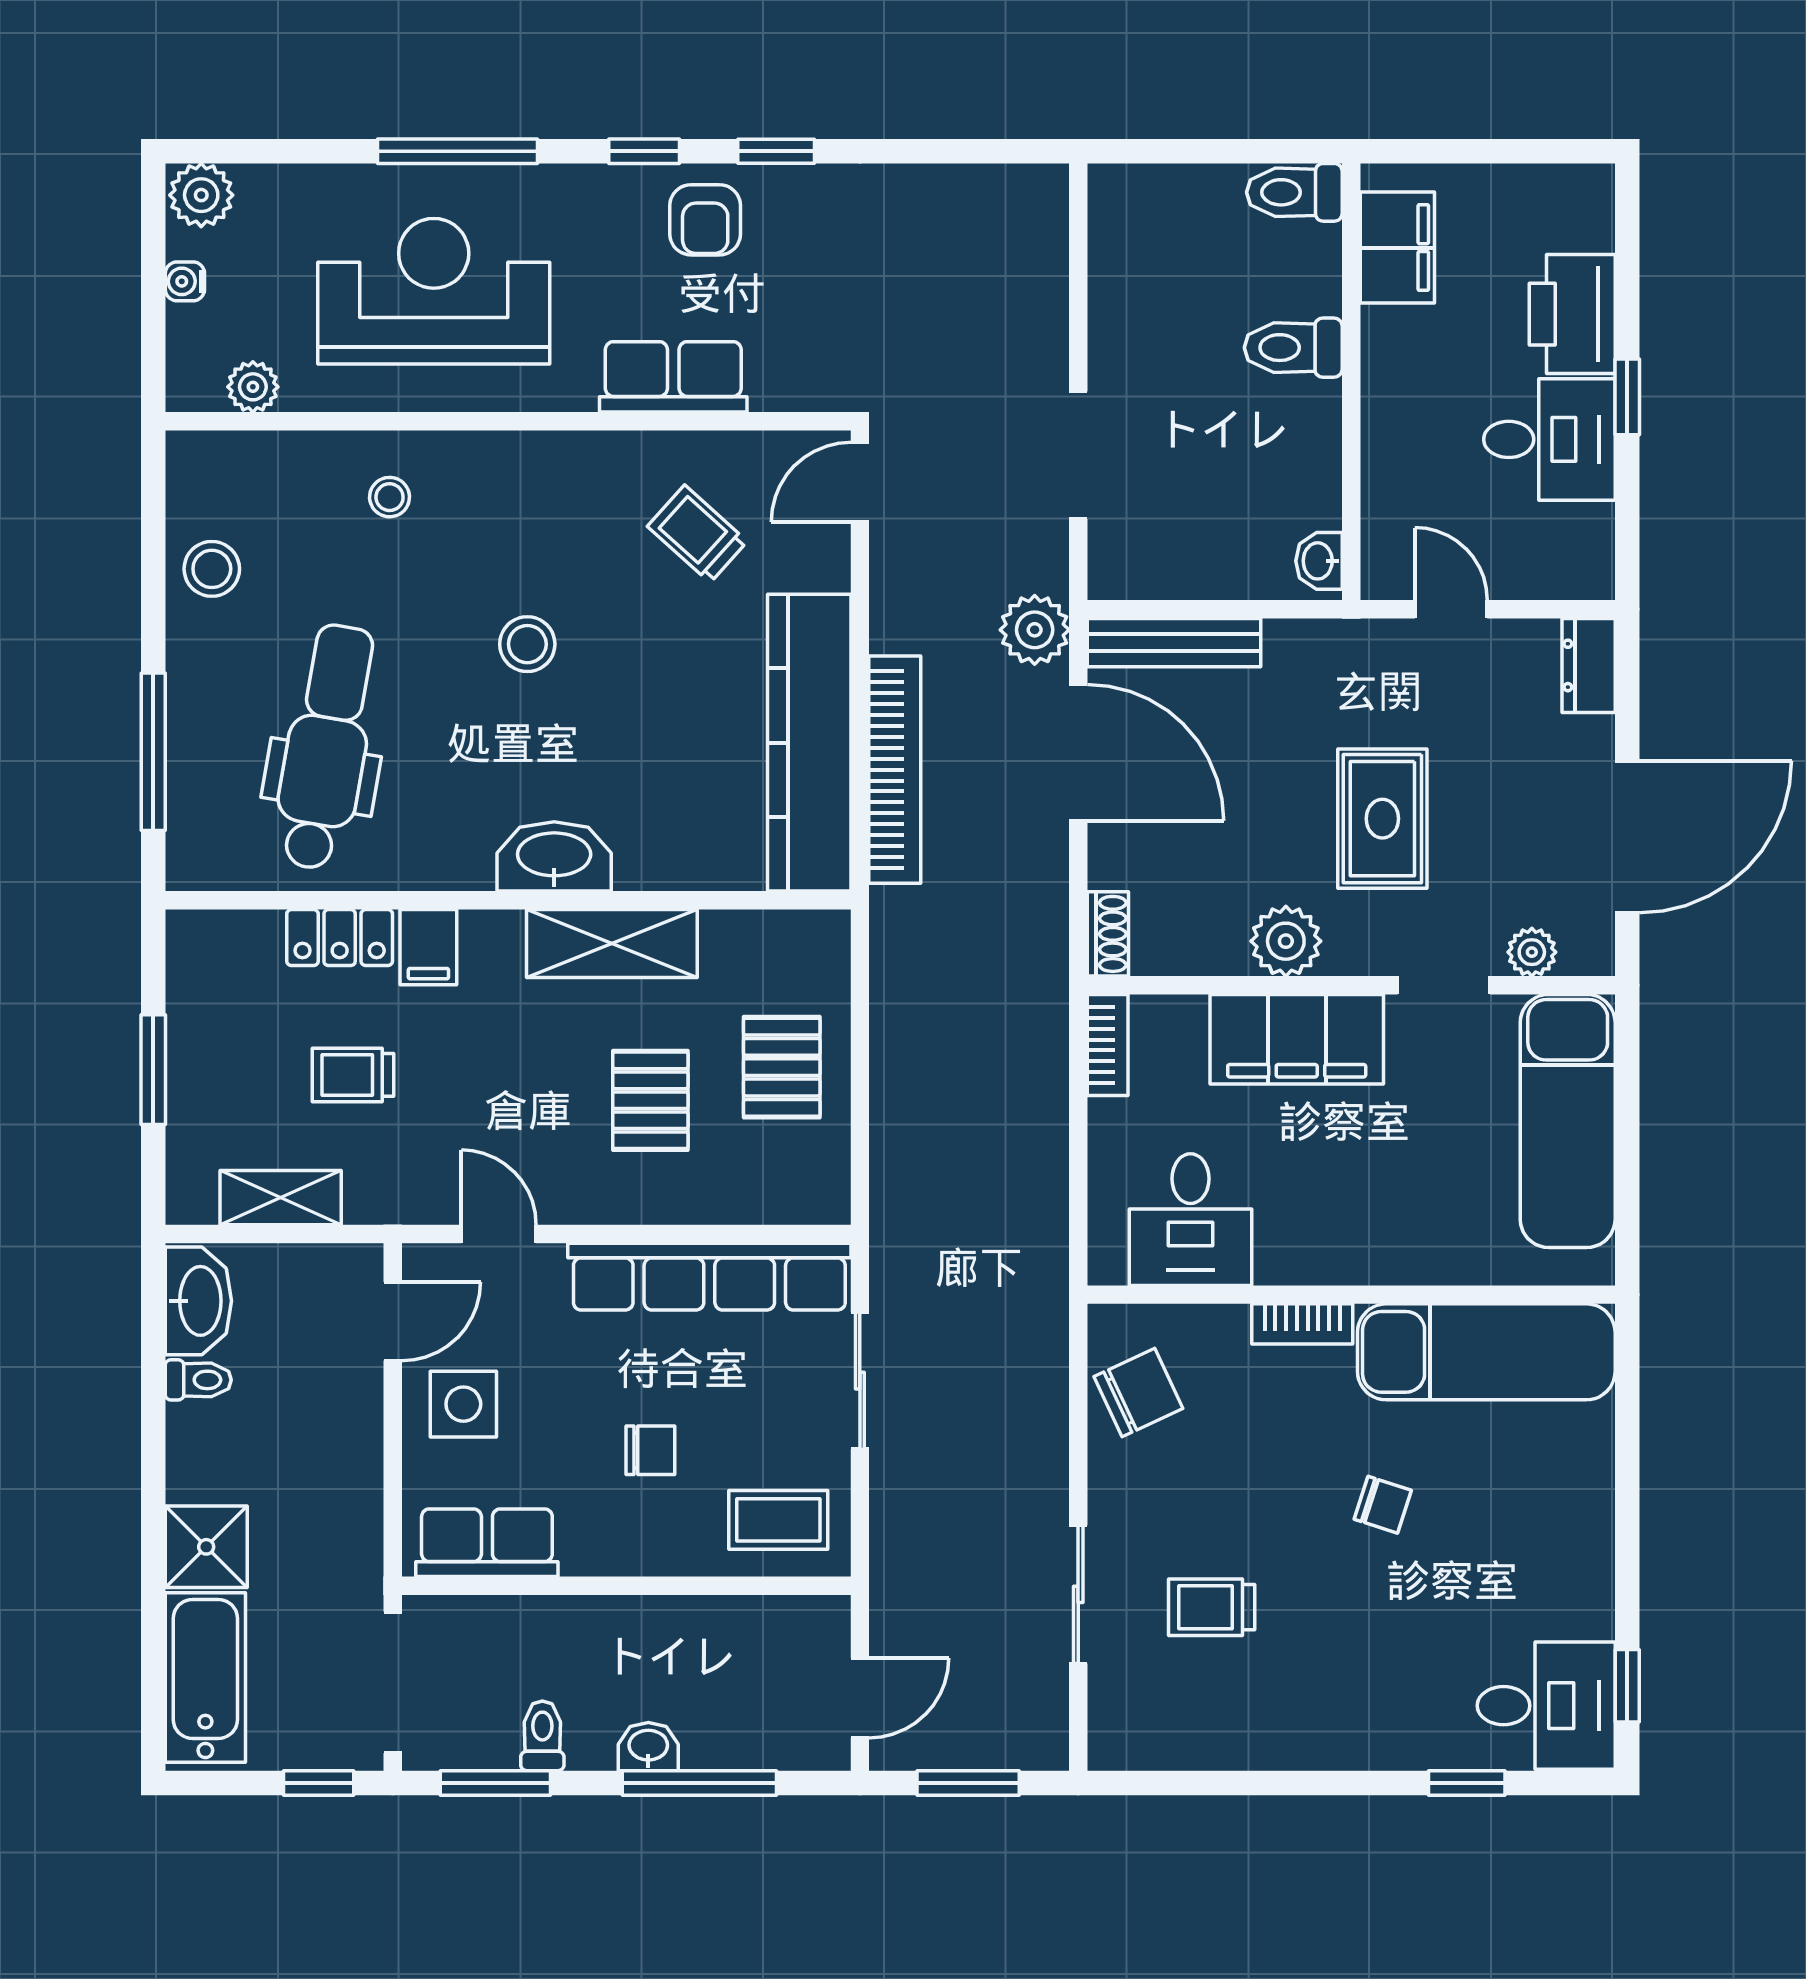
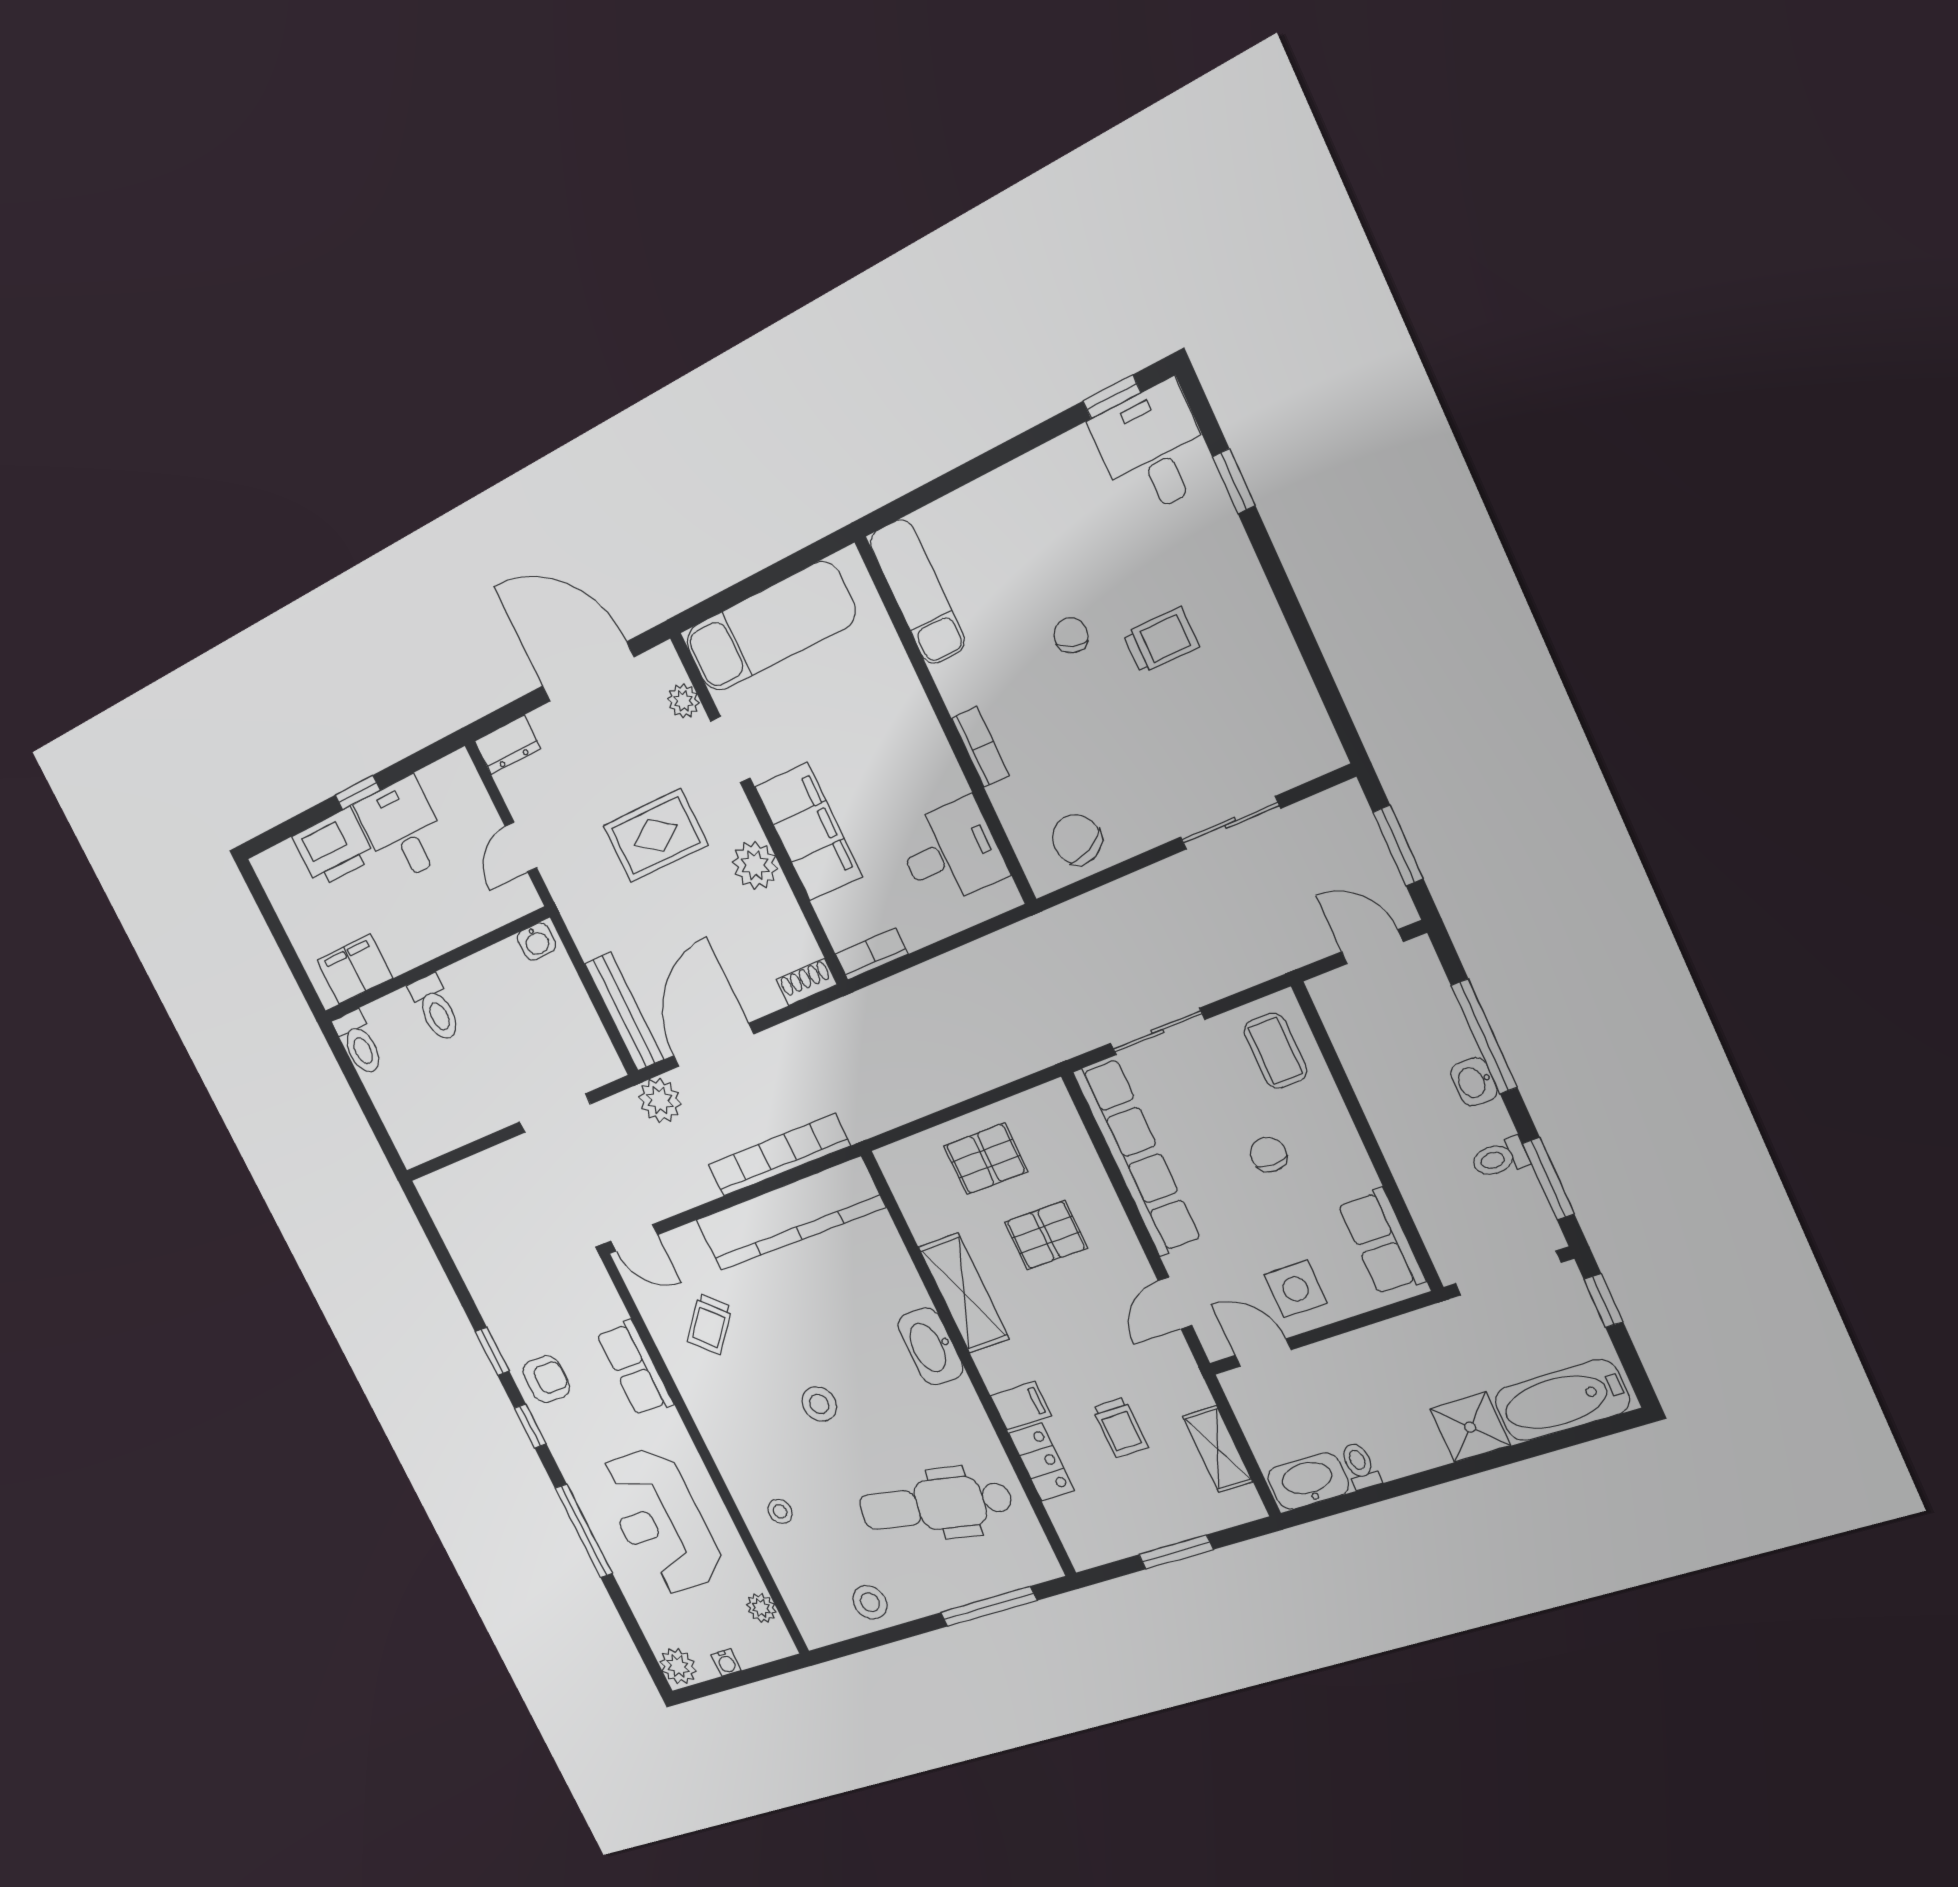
exam couch: (1486, 1352) -> (917, 592), width x0.73, depth x0.69
trolley: (1212, 1607) -> (1161, 640), moved, turned -90

